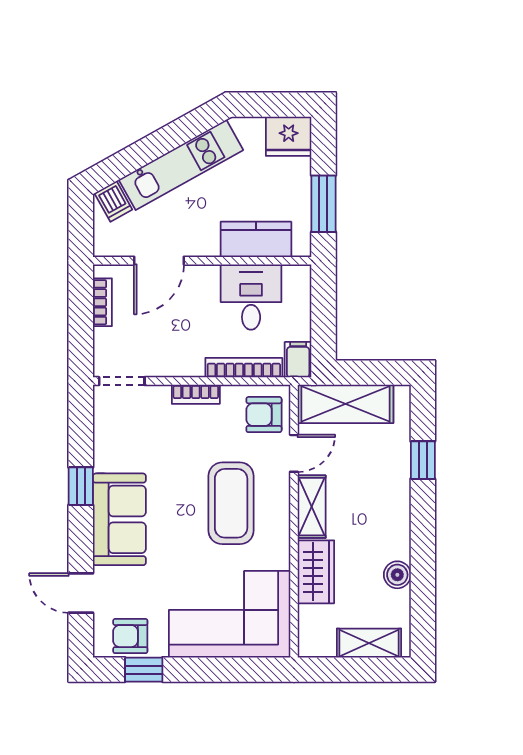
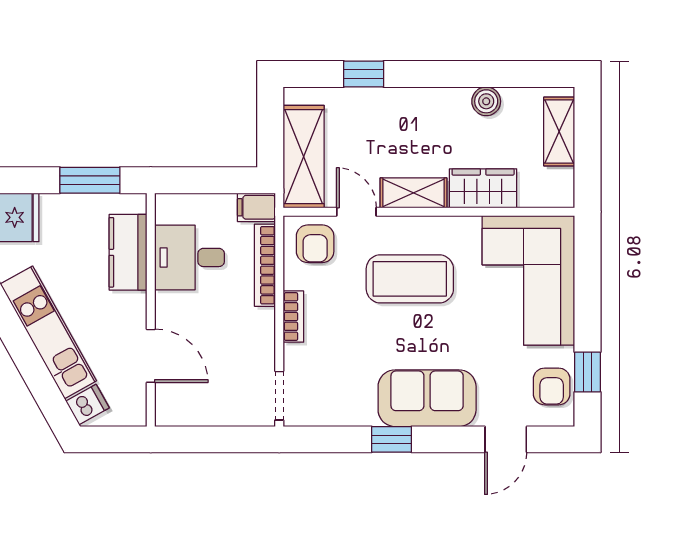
bookcase: (102, 302) -> (195, 416), removed

